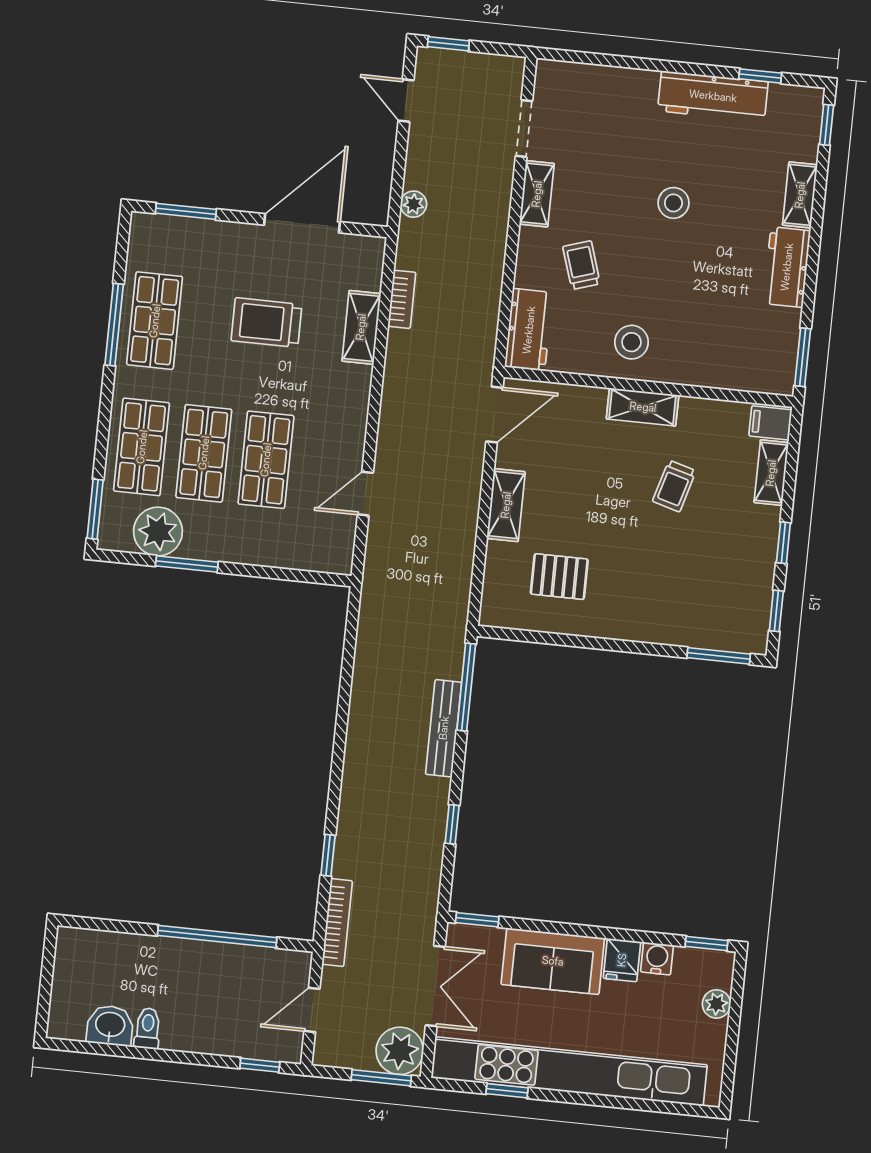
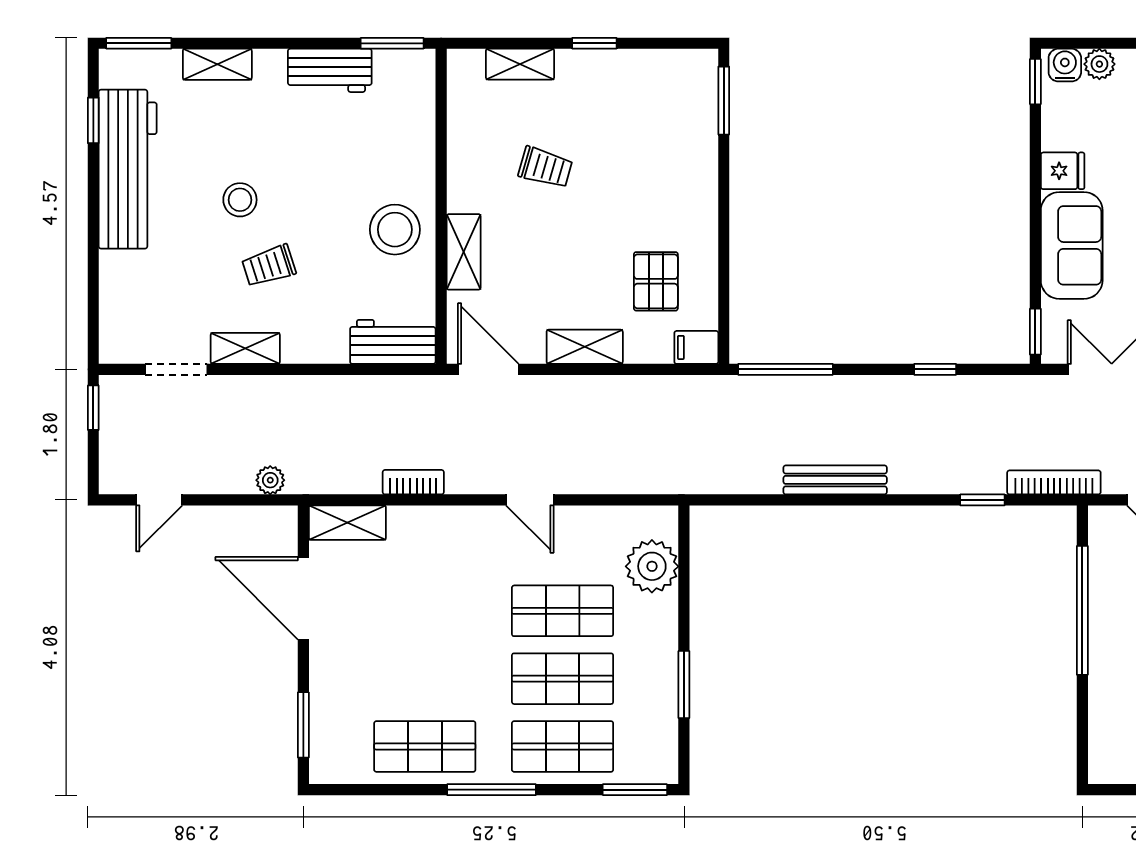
window: (448, 44) -> (93, 408), moved
workbench: (713, 96) -> (128, 169), width x1.36, depth x1.32
window: (827, 125) -> (139, 43), width x1.50
trolley: (581, 265) -> (269, 266), moved
workbench: (787, 267) -> (330, 70), moved
bookcase: (402, 299) -> (413, 482), moved
trolley: (266, 323) -> (414, 626), removed
window: (114, 325) -> (492, 790), moved
shelving: (361, 327) -> (347, 523), moved
stool: (631, 342) -> (395, 230), width x1.38, depth x1.38
shelving: (643, 407) -> (464, 252), moved
filing cabinet: (770, 423) -> (696, 347), moved, turned 90
door: (365, 494) -> (530, 500), moved
plant: (158, 532) -> (652, 566), moved
window: (776, 611) -> (669, 43), removed
bench: (444, 728) -> (835, 480), moved
water cooler: (657, 959) -> (1065, 65), moved, turned 90

